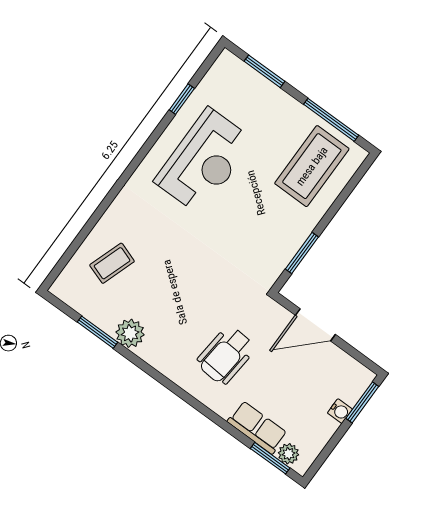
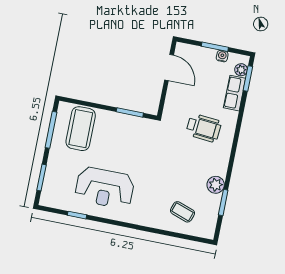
reception desk: (204, 161) -> (105, 188), turned 180
coffee table: (312, 166) -> (81, 129), turned 90
door: (315, 325) -> (169, 67), moved
window: (362, 402) -> (215, 47), moved
water cooler: (340, 411) -> (222, 56), moved

